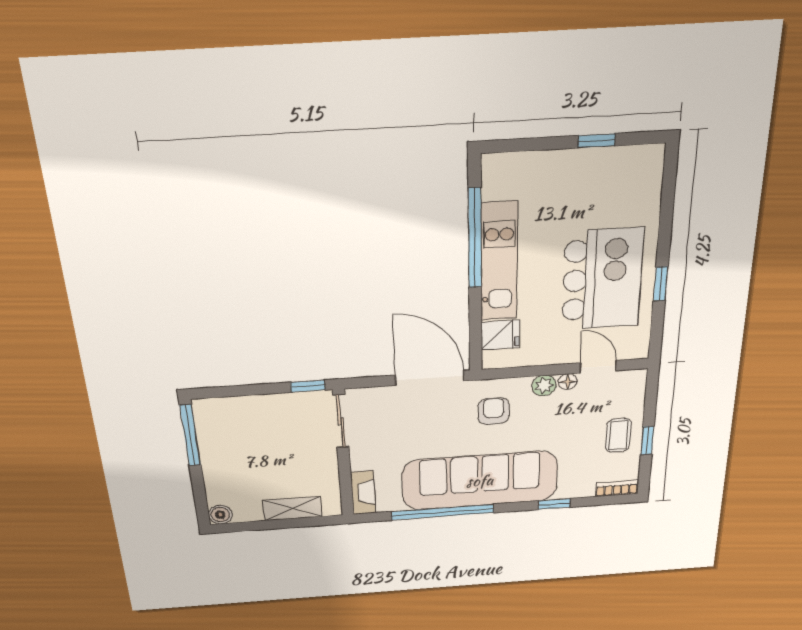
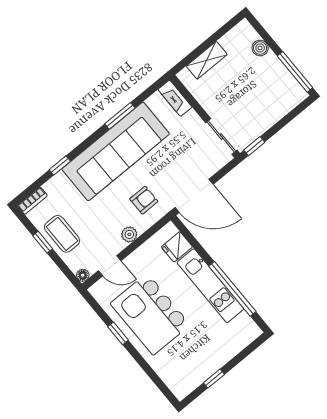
floor lamp: (568, 382) -> (83, 275), moved
armchair: (494, 411) -> (144, 200), turned -90
coffee table: (618, 435) -> (62, 234), width x1.36, depth x1.30
window: (443, 512) -> (120, 116), width x0.47
boiler: (220, 515) -> (260, 48), moved

